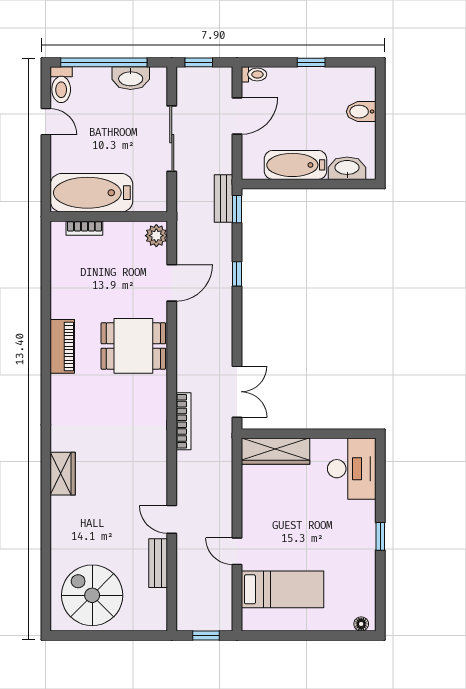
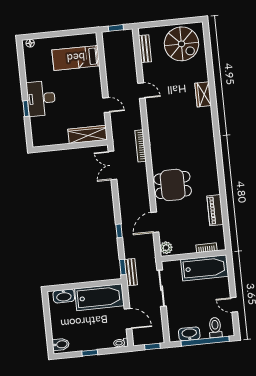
toilet: (61, 85) -> (215, 328), moved
bidet: (361, 112) -> (61, 344), moved
door: (237, 116) -> (128, 319), swing flipped
sliding door: (172, 139) -> (162, 288), moved
bathtub: (295, 165) -> (99, 297), width x1.36, depth x1.36
piano: (62, 346) -> (215, 210), moved
desk: (352, 469) -> (41, 98), moved
wardrobe: (63, 474) -> (203, 94), moved
window: (380, 536) -> (26, 108), moved
door: (237, 551) -> (106, 105), moved
bench: (158, 563) -> (145, 49), moved

